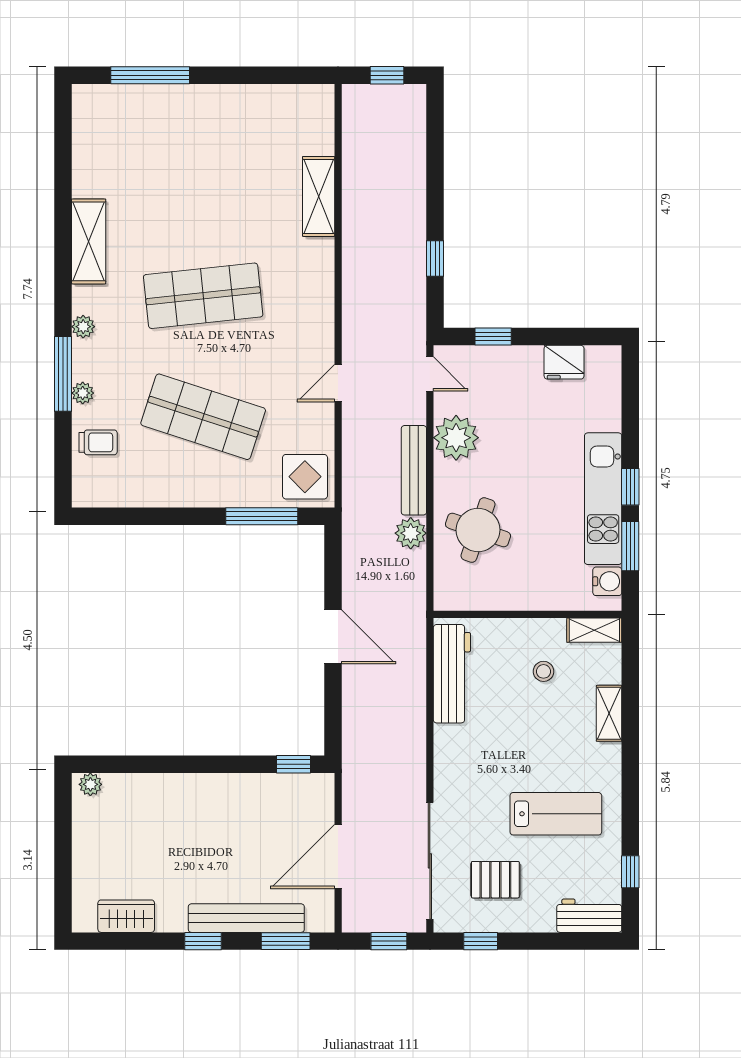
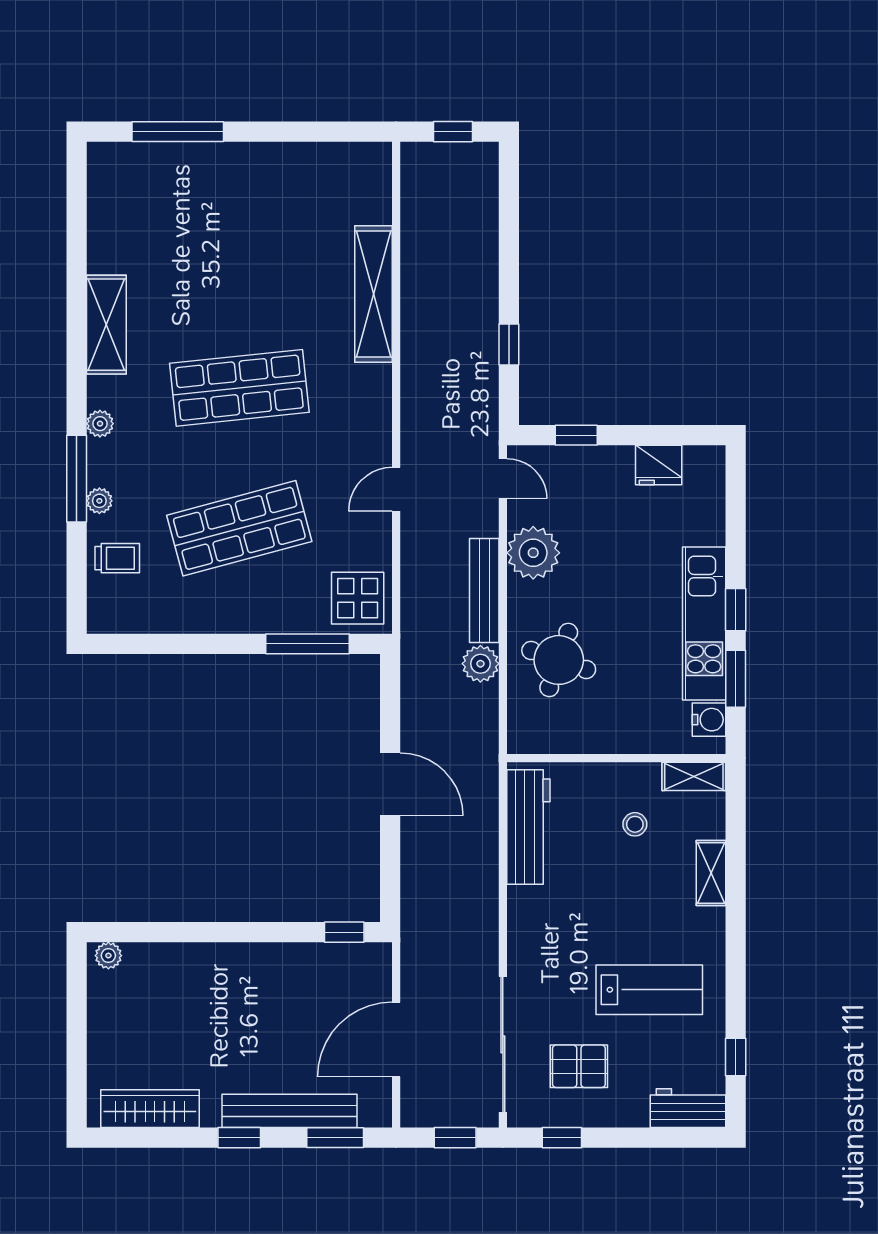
shelving: (319, 196) -> (373, 294), width x1.47
shop shelf: (203, 417) -> (239, 528), turned -33
wardrobe: (126, 916) -> (150, 1109), width x1.50

